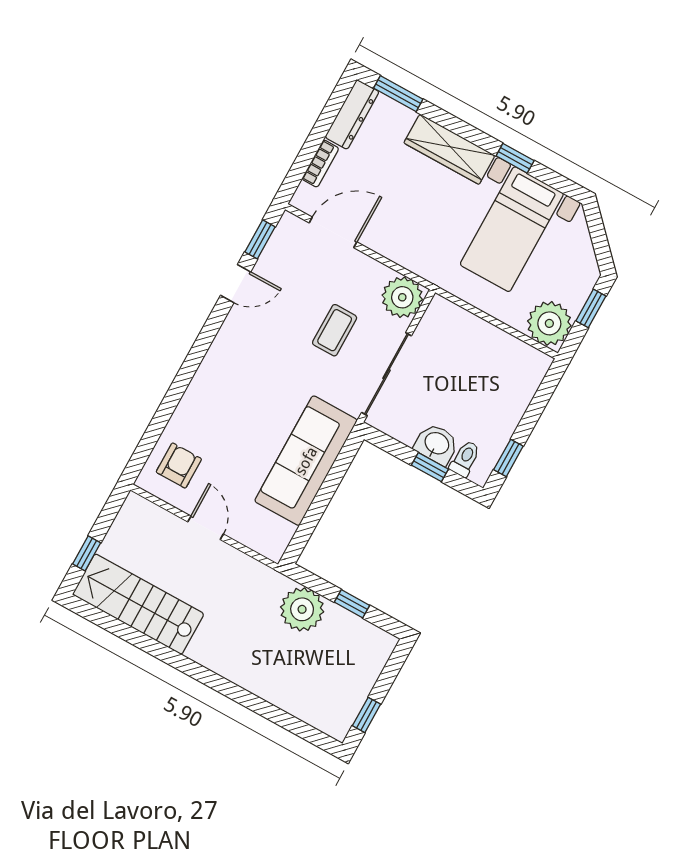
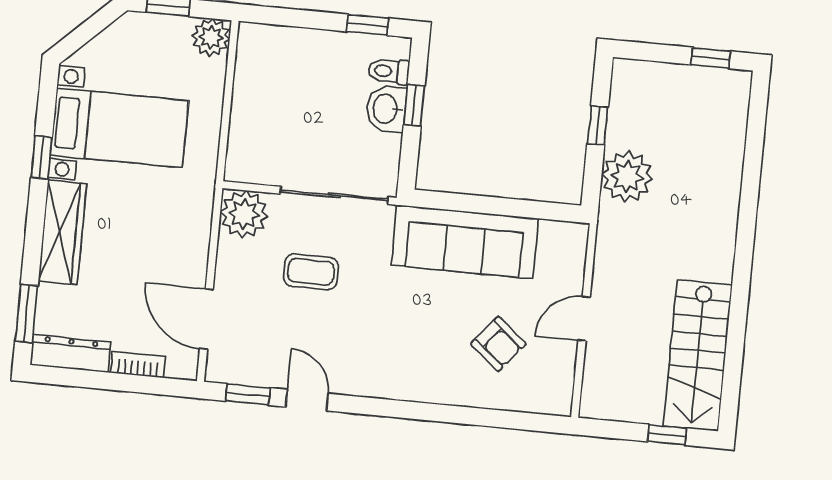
plant: (549, 323) -> (211, 37), width x0.73, depth x0.73
armchair: (179, 465) -> (498, 344), moved, turned -140

